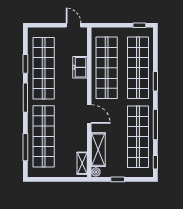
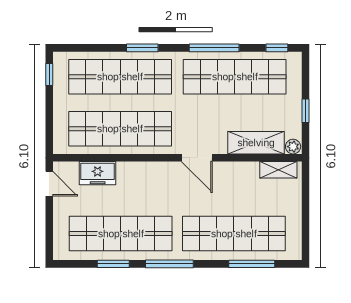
door: (74, 25) -> (49, 184), swing flipped
freezer: (80, 67) -> (98, 173), moved
door: (89, 114) -> (197, 158), swing flipped

